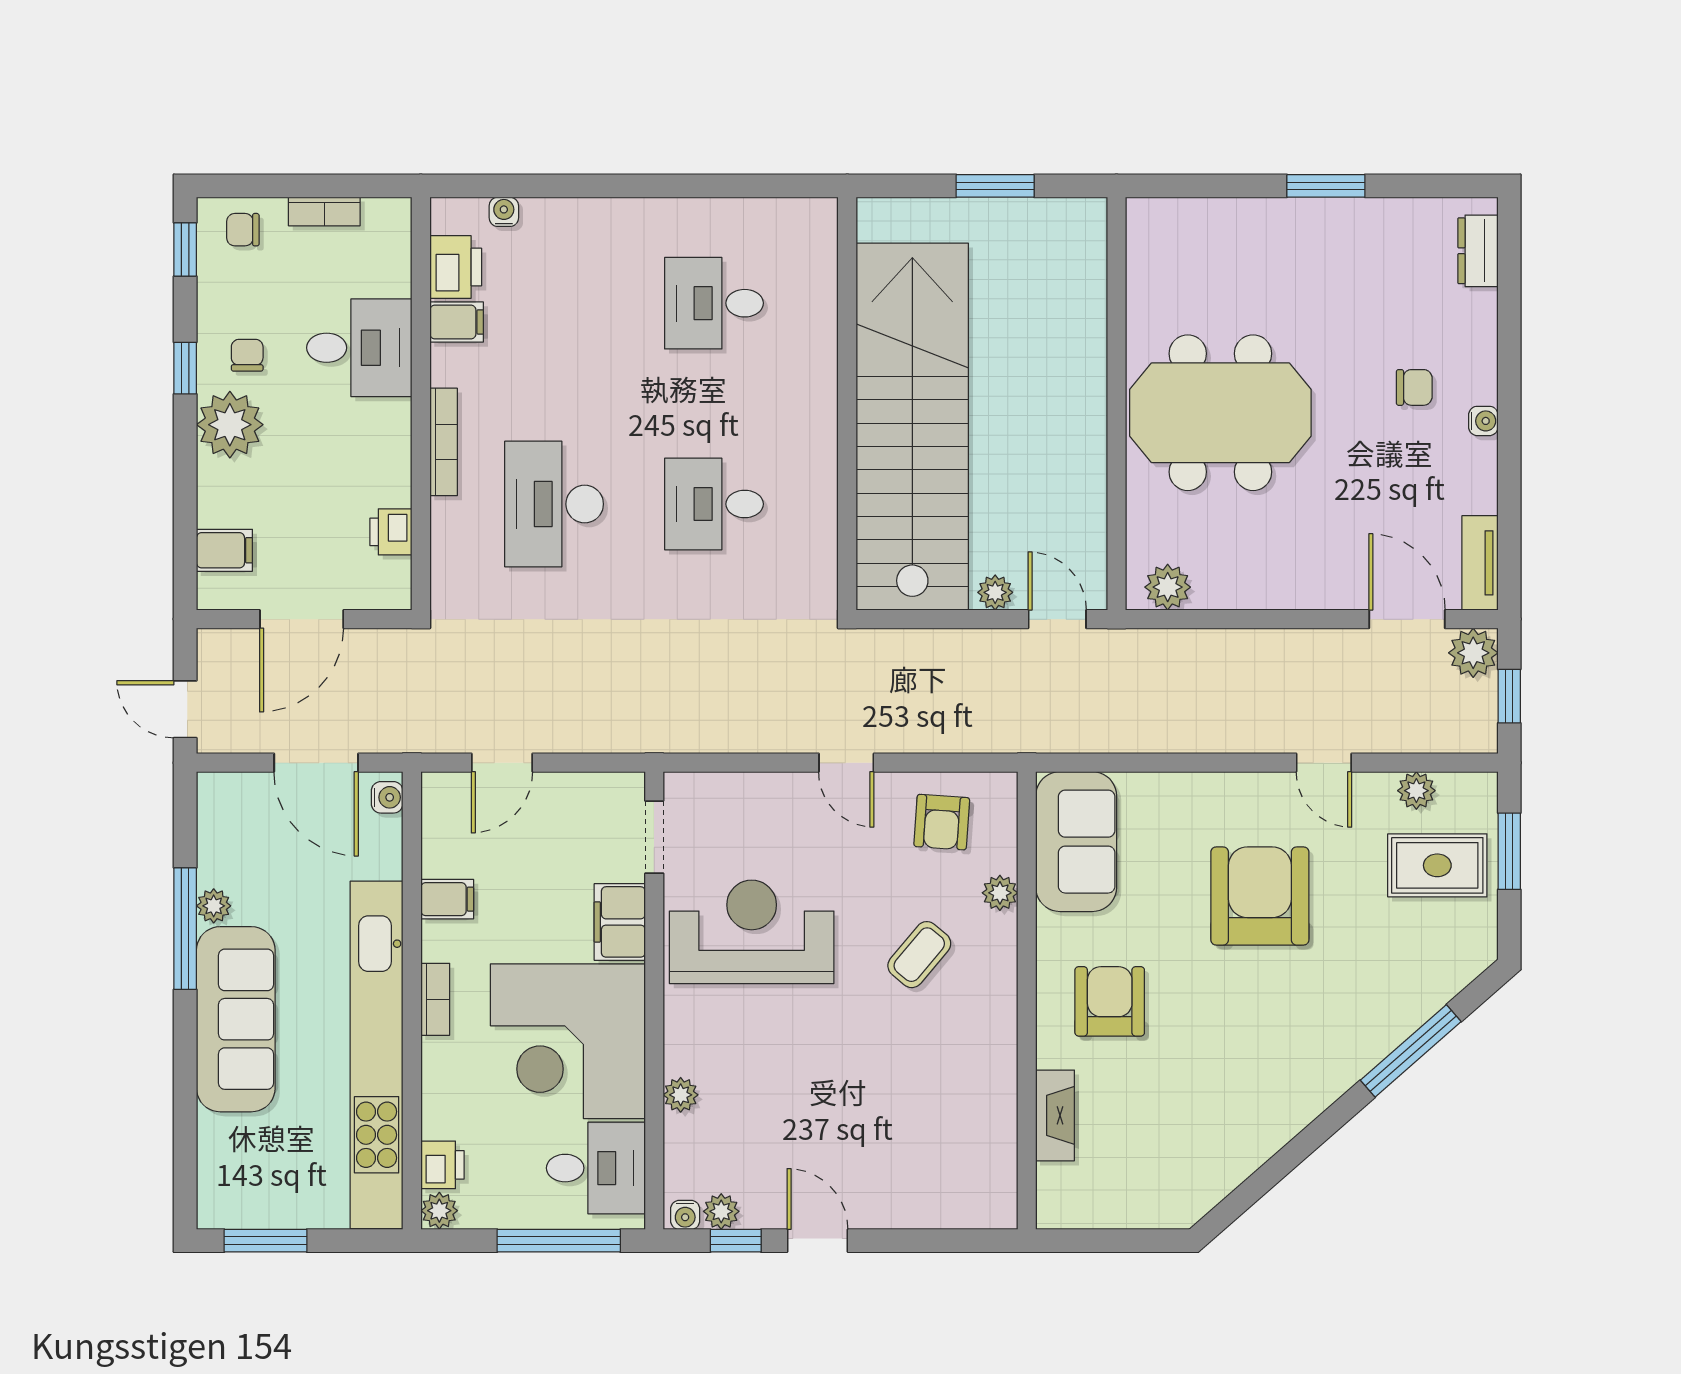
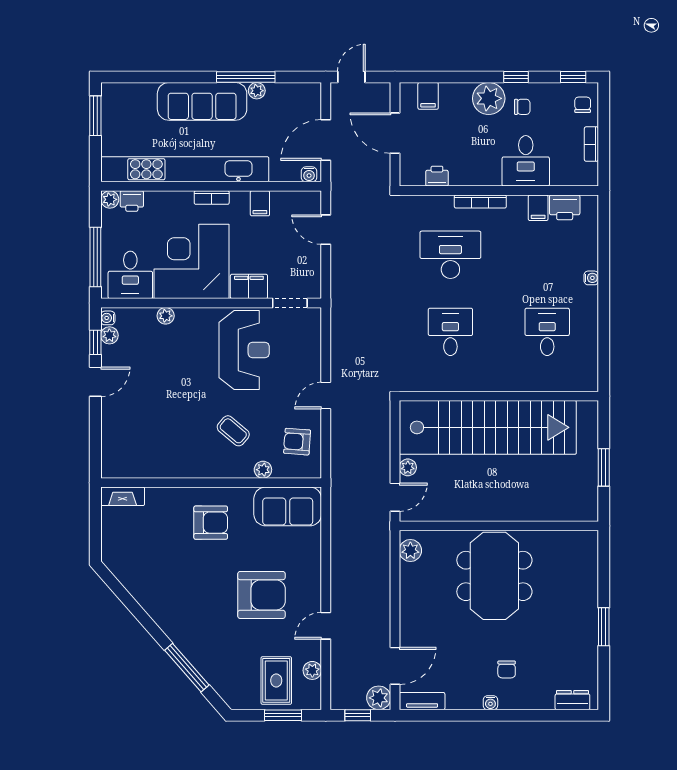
water cooler: (504, 212) -> (591, 278), moved
fireplace: (1055, 1115) -> (123, 496), moved

